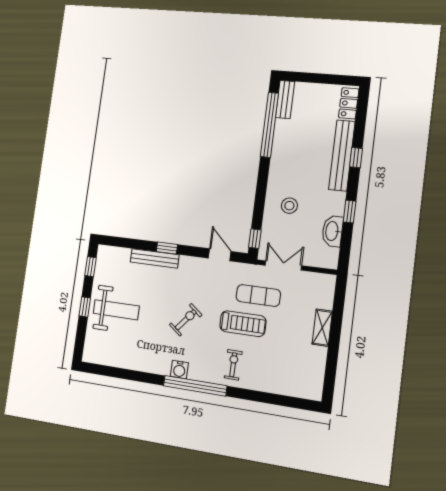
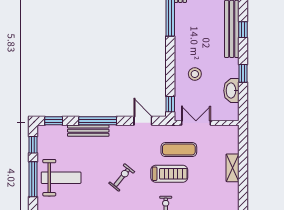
window: (117, 242) -> (54, 121), added
window: (167, 248) -> (98, 121), width x2.17
window: (85, 307) -> (33, 179), width x2.17

